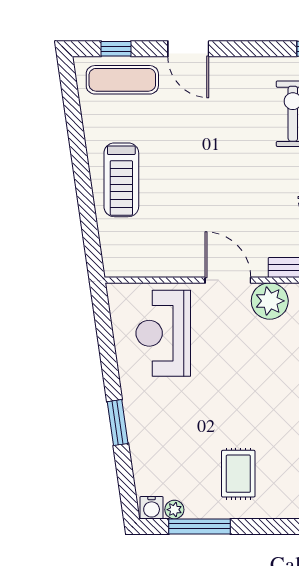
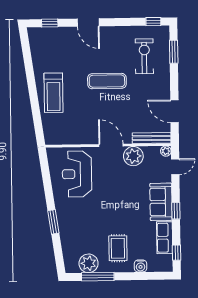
exercise mat: (122, 80) -> (107, 81), moved
water cooler: (152, 508) -> (140, 266), moved
plant: (174, 510) -> (89, 263), width x1.88, depth x1.88

